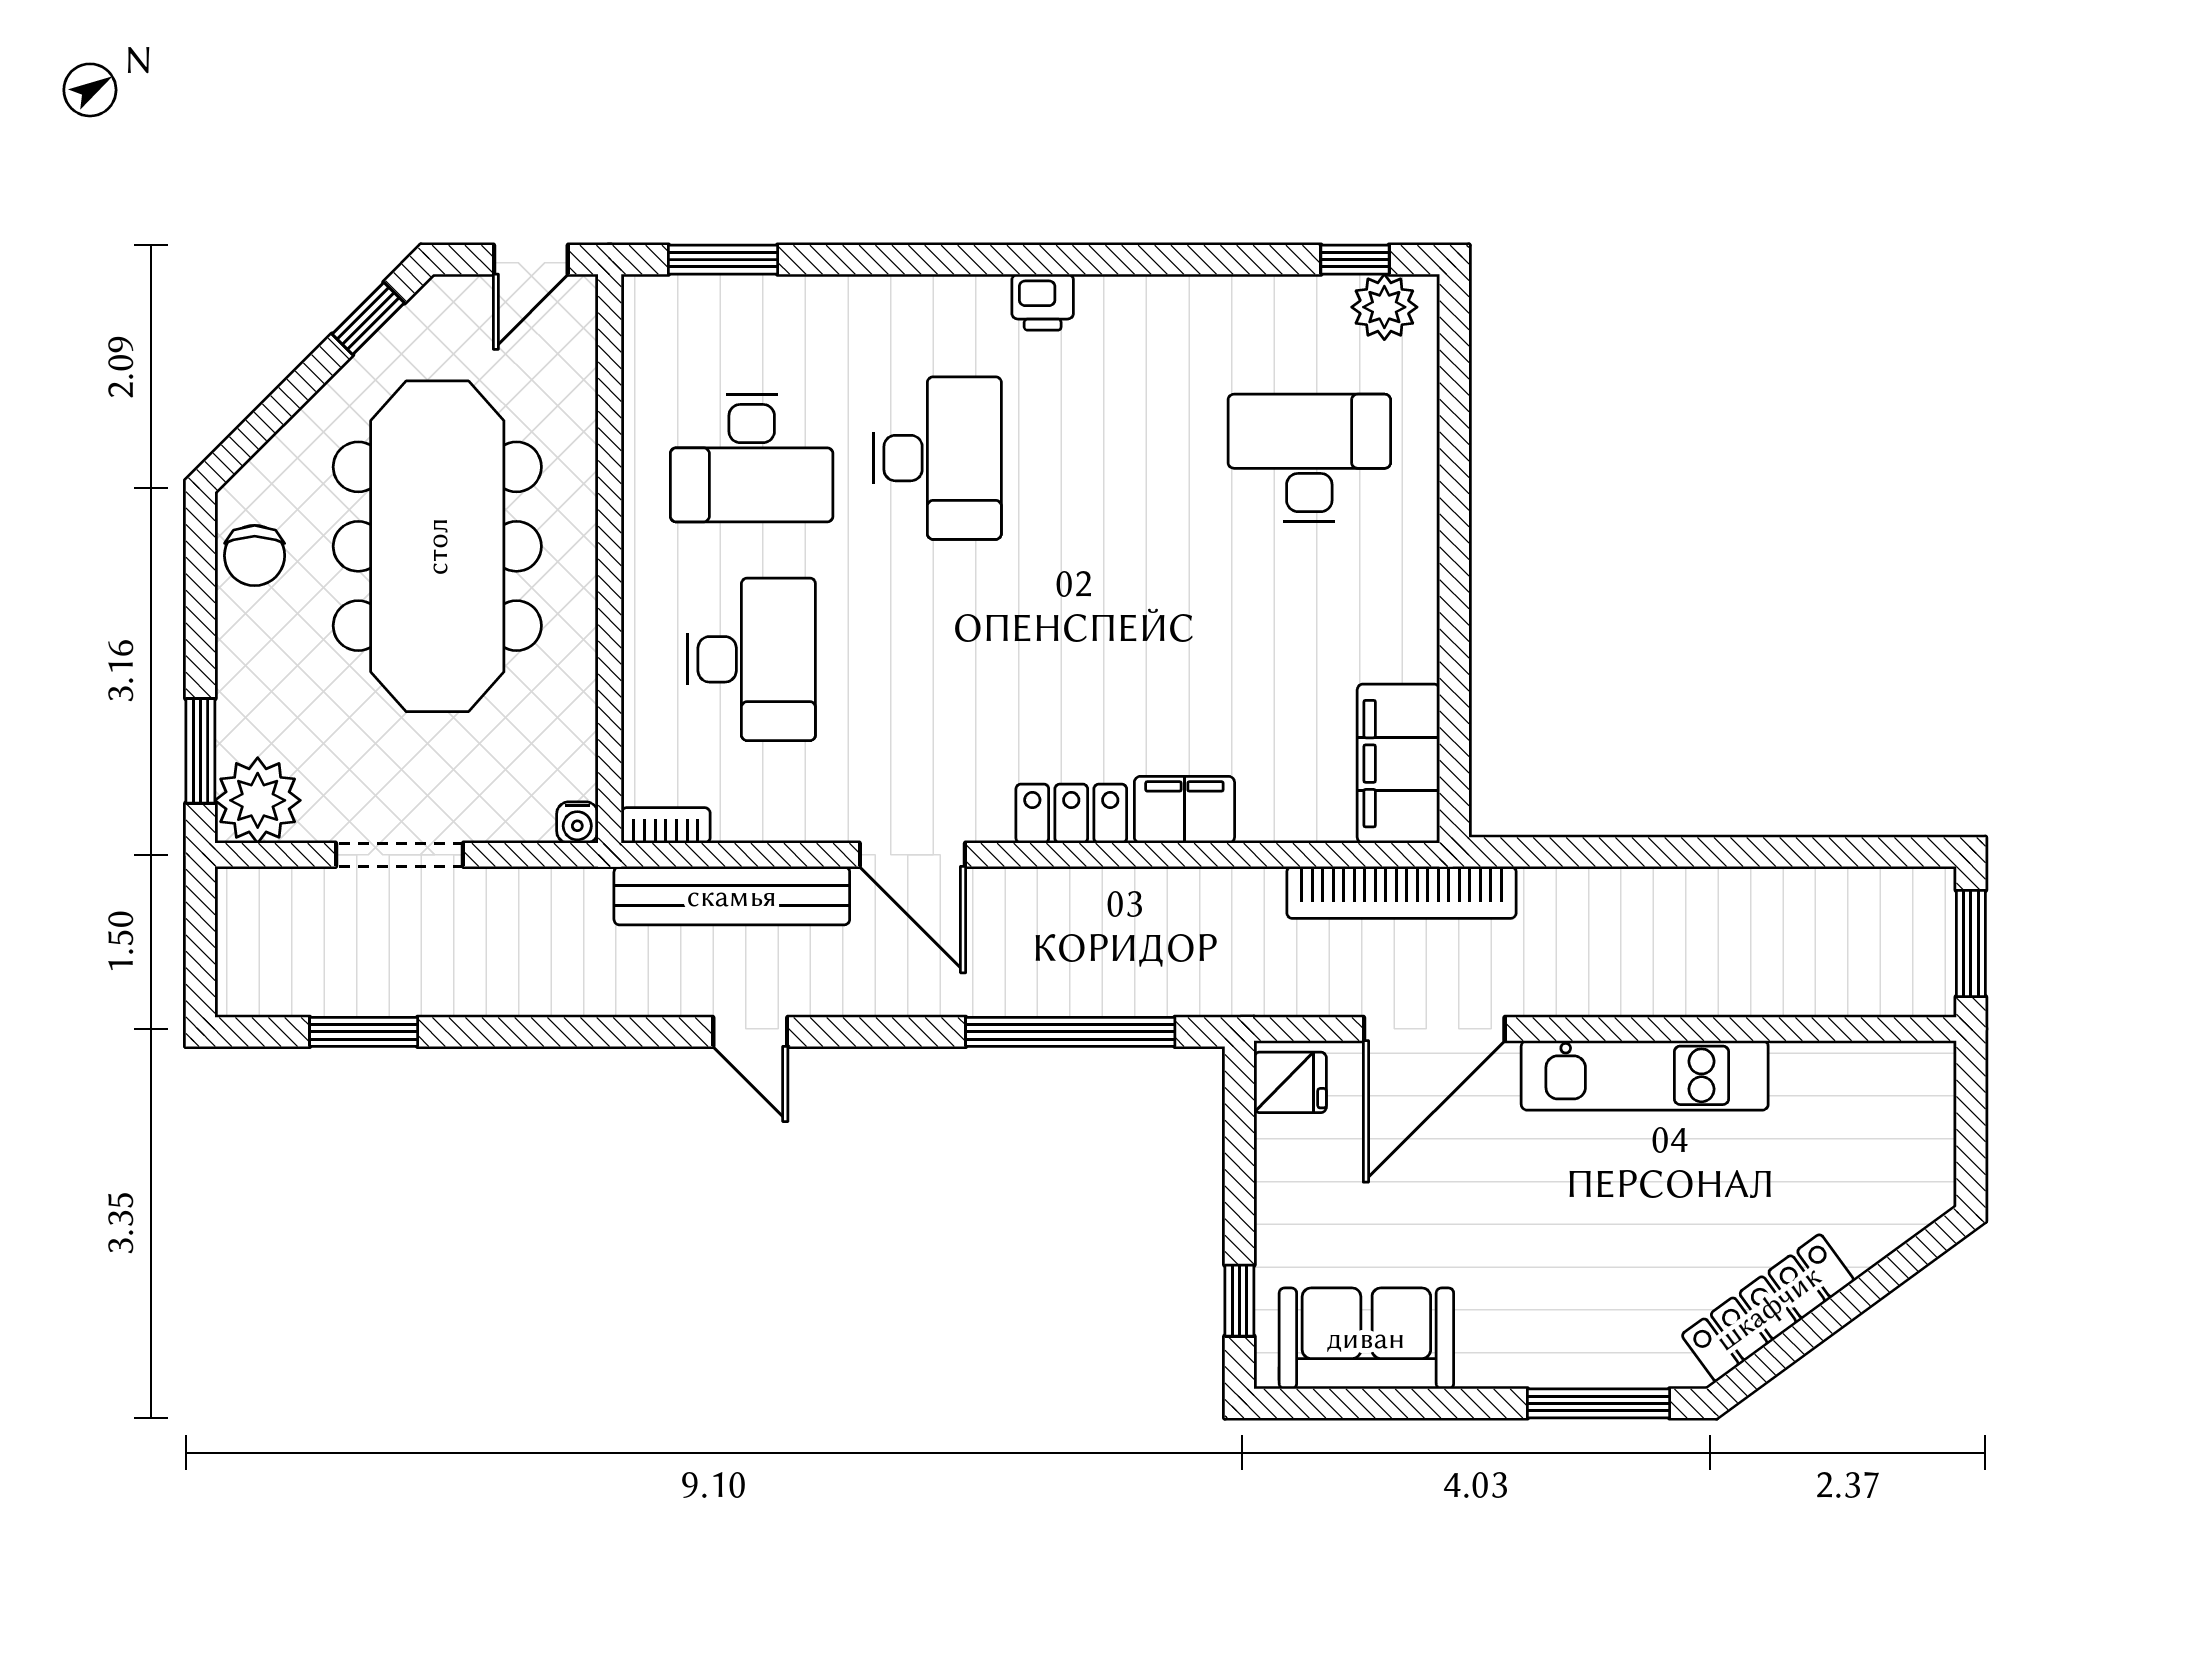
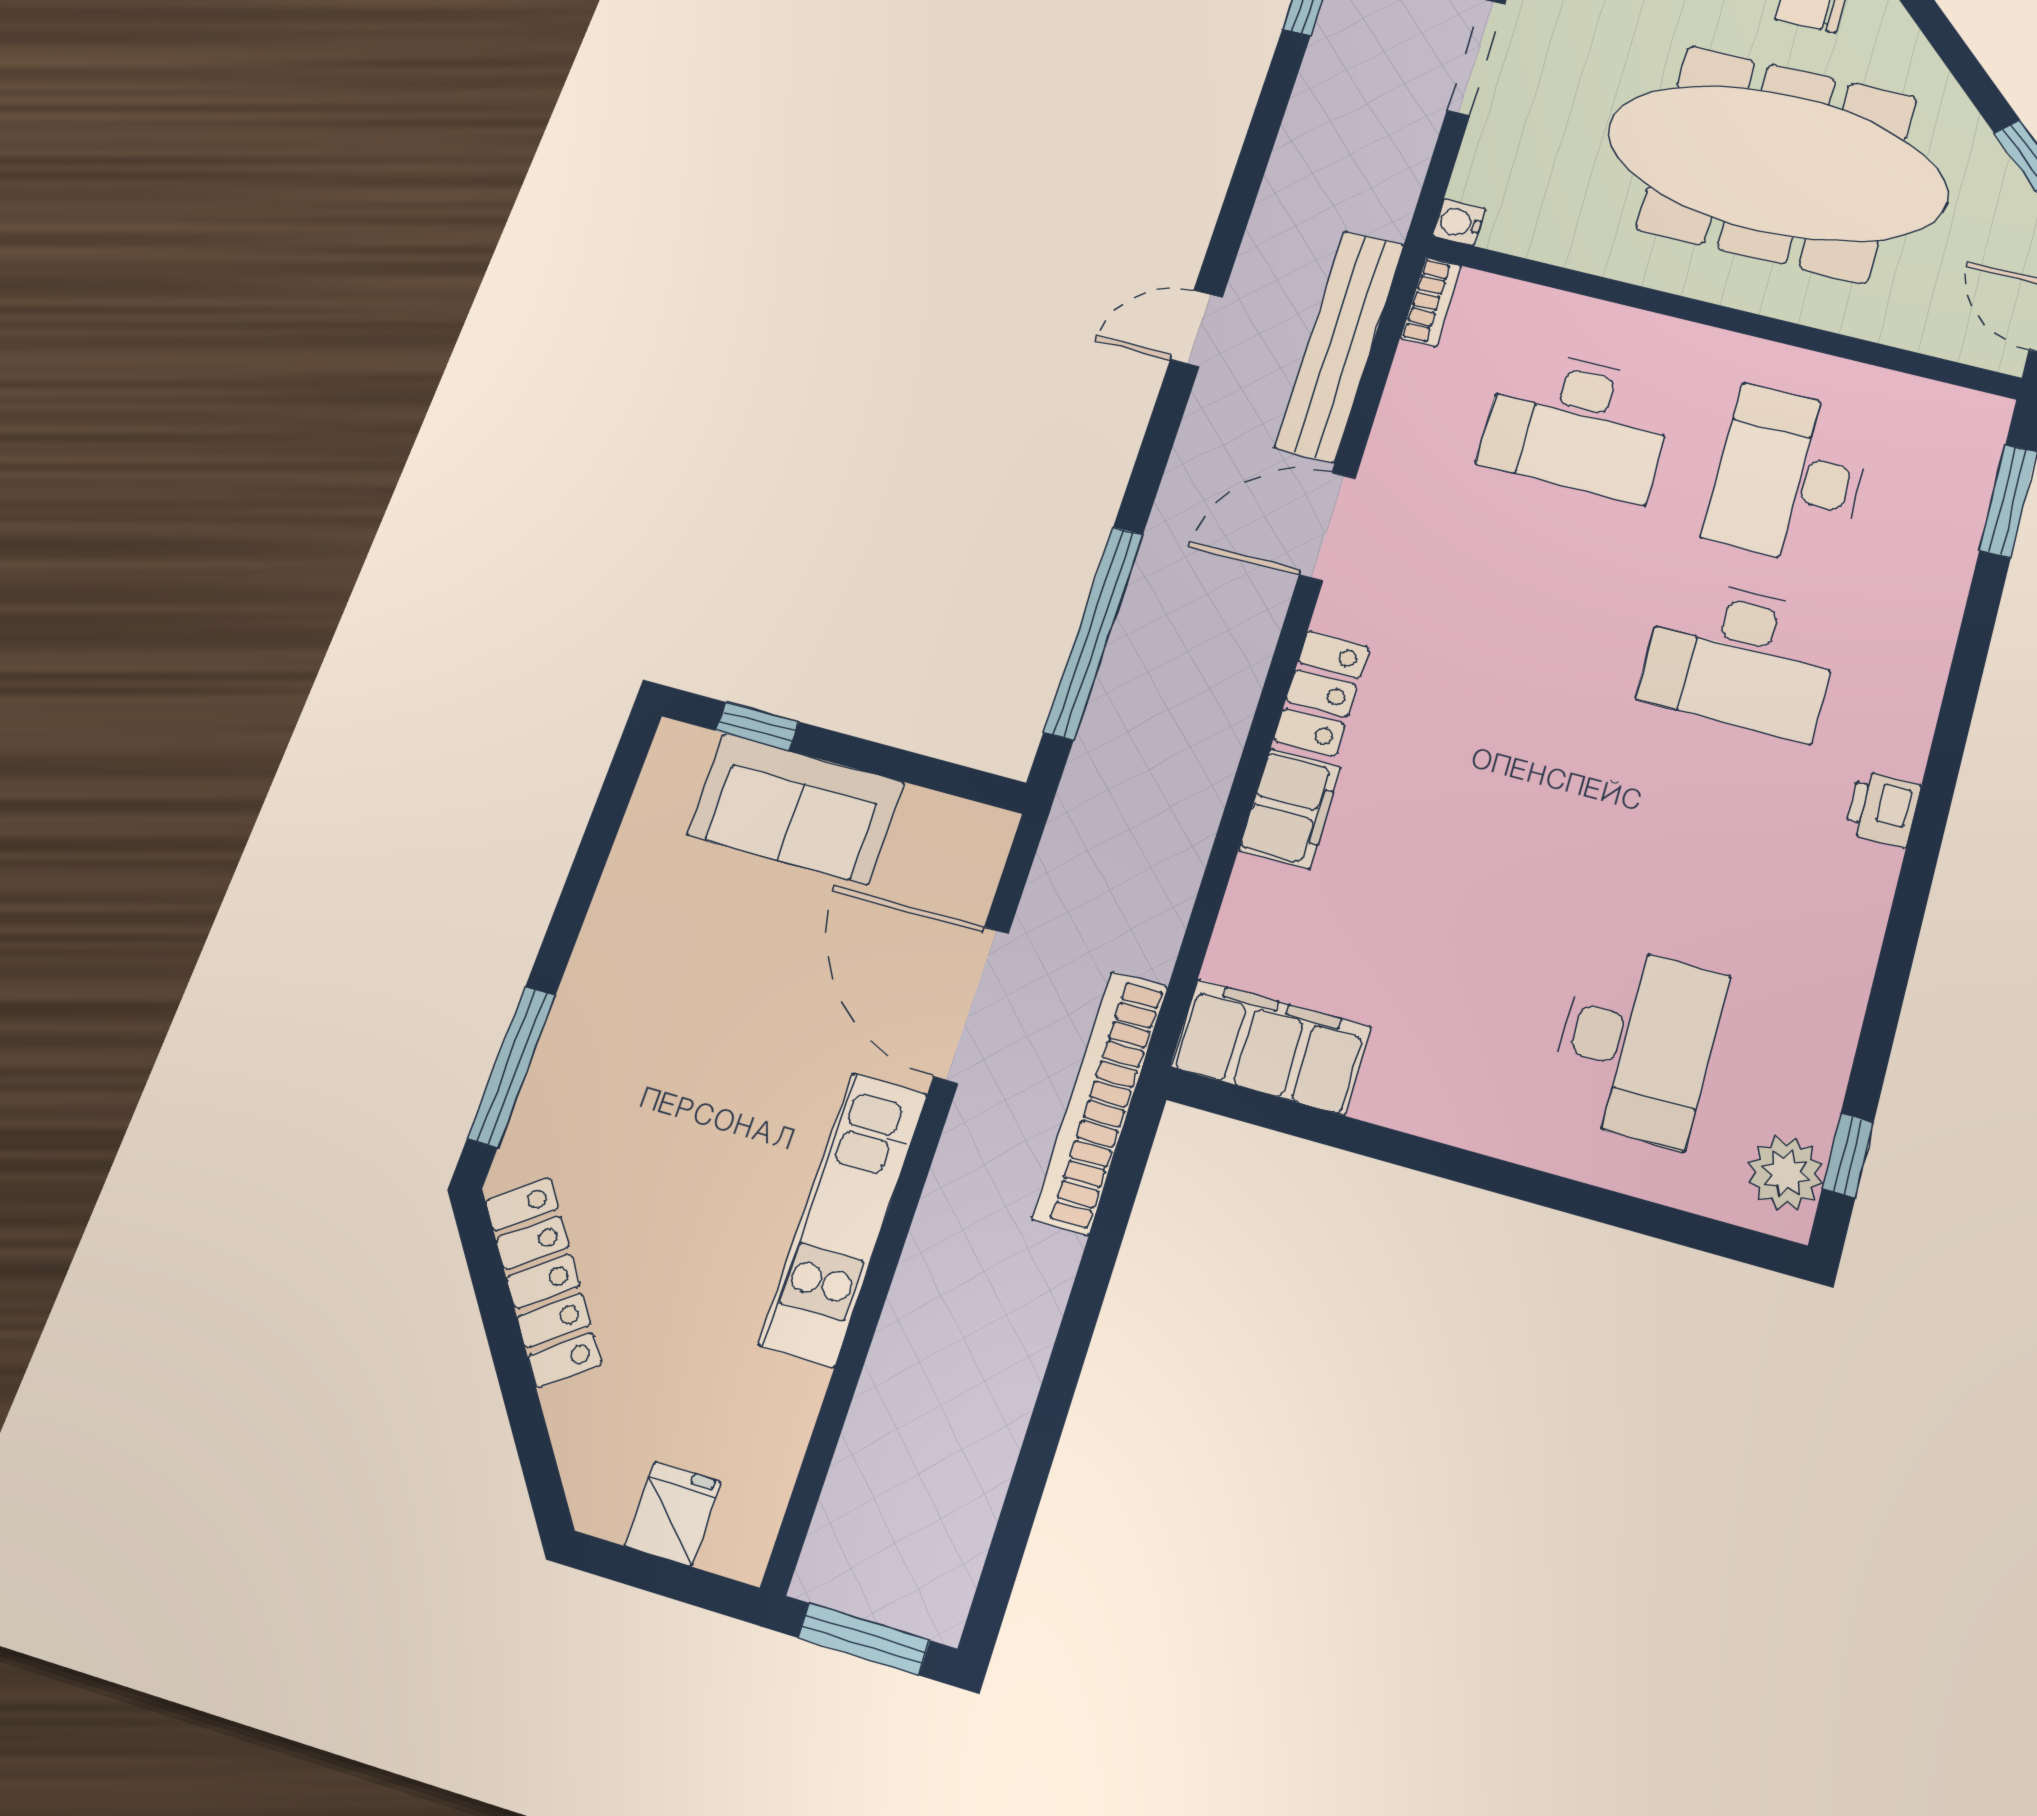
bookcase: (1401, 892) -> (1100, 1102), moved
fridge: (1290, 1082) -> (673, 1514), moved, turned 180
sofa: (1366, 1338) -> (796, 809), moved, turned 90

